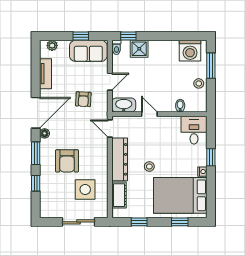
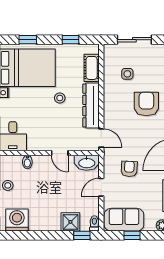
side table: (85, 189) -> (127, 74), width x0.54, depth x0.54

